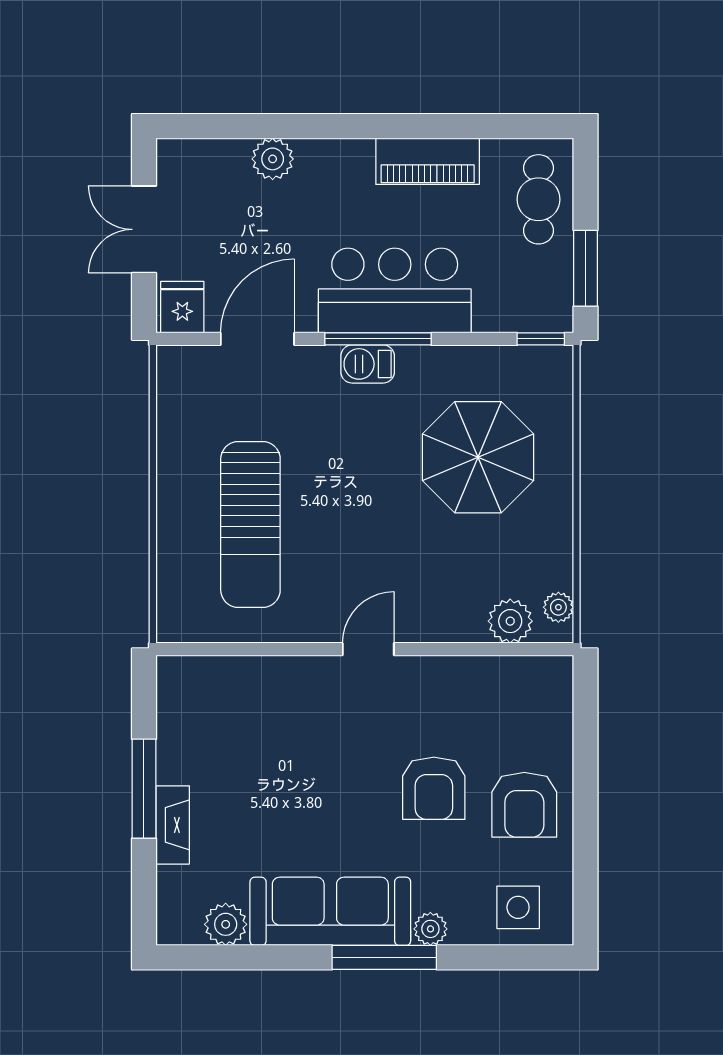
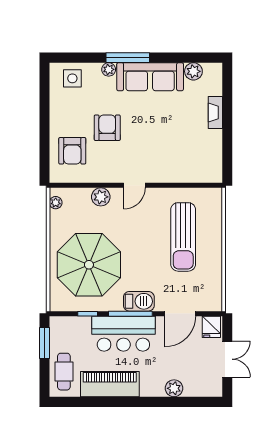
piano: (428, 161) -> (110, 384), width x1.37, depth x1.33
window: (541, 339) -> (88, 314), moved
barbecue: (368, 364) -> (139, 301), width x1.38, depth x1.27
parasol: (478, 457) -> (89, 265), width x1.36, depth x1.36
sun lounger: (250, 525) -> (183, 237), turned 180
plant: (510, 621) -> (101, 197), moved
window: (144, 789) -> (227, 128), removed
armchair: (524, 805) -> (72, 151), moved, turned 180

